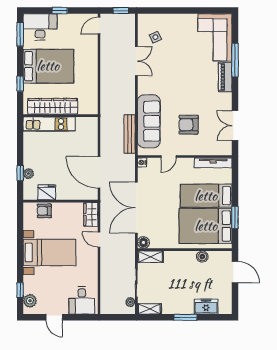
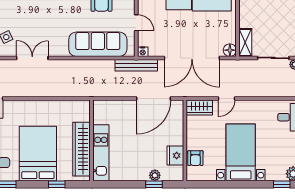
bench: (130, 134) -> (136, 65), moved

